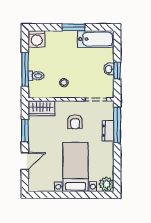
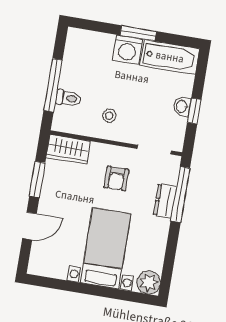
washing machine: (37, 39) -> (127, 50), moved

